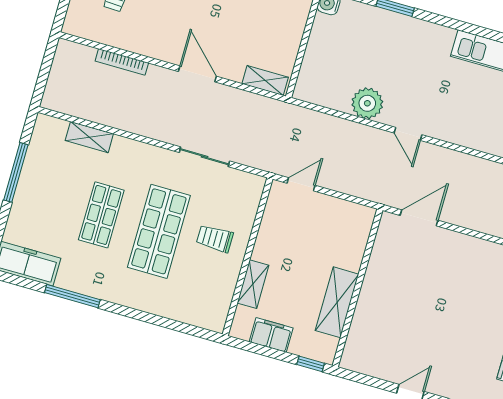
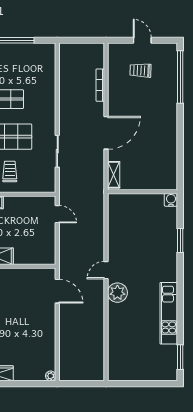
door: (197, 74) -> (106, 133), width x1.36
plant: (367, 103) -> (117, 293), moved
shelving: (89, 137) -> (49, 79), removed

